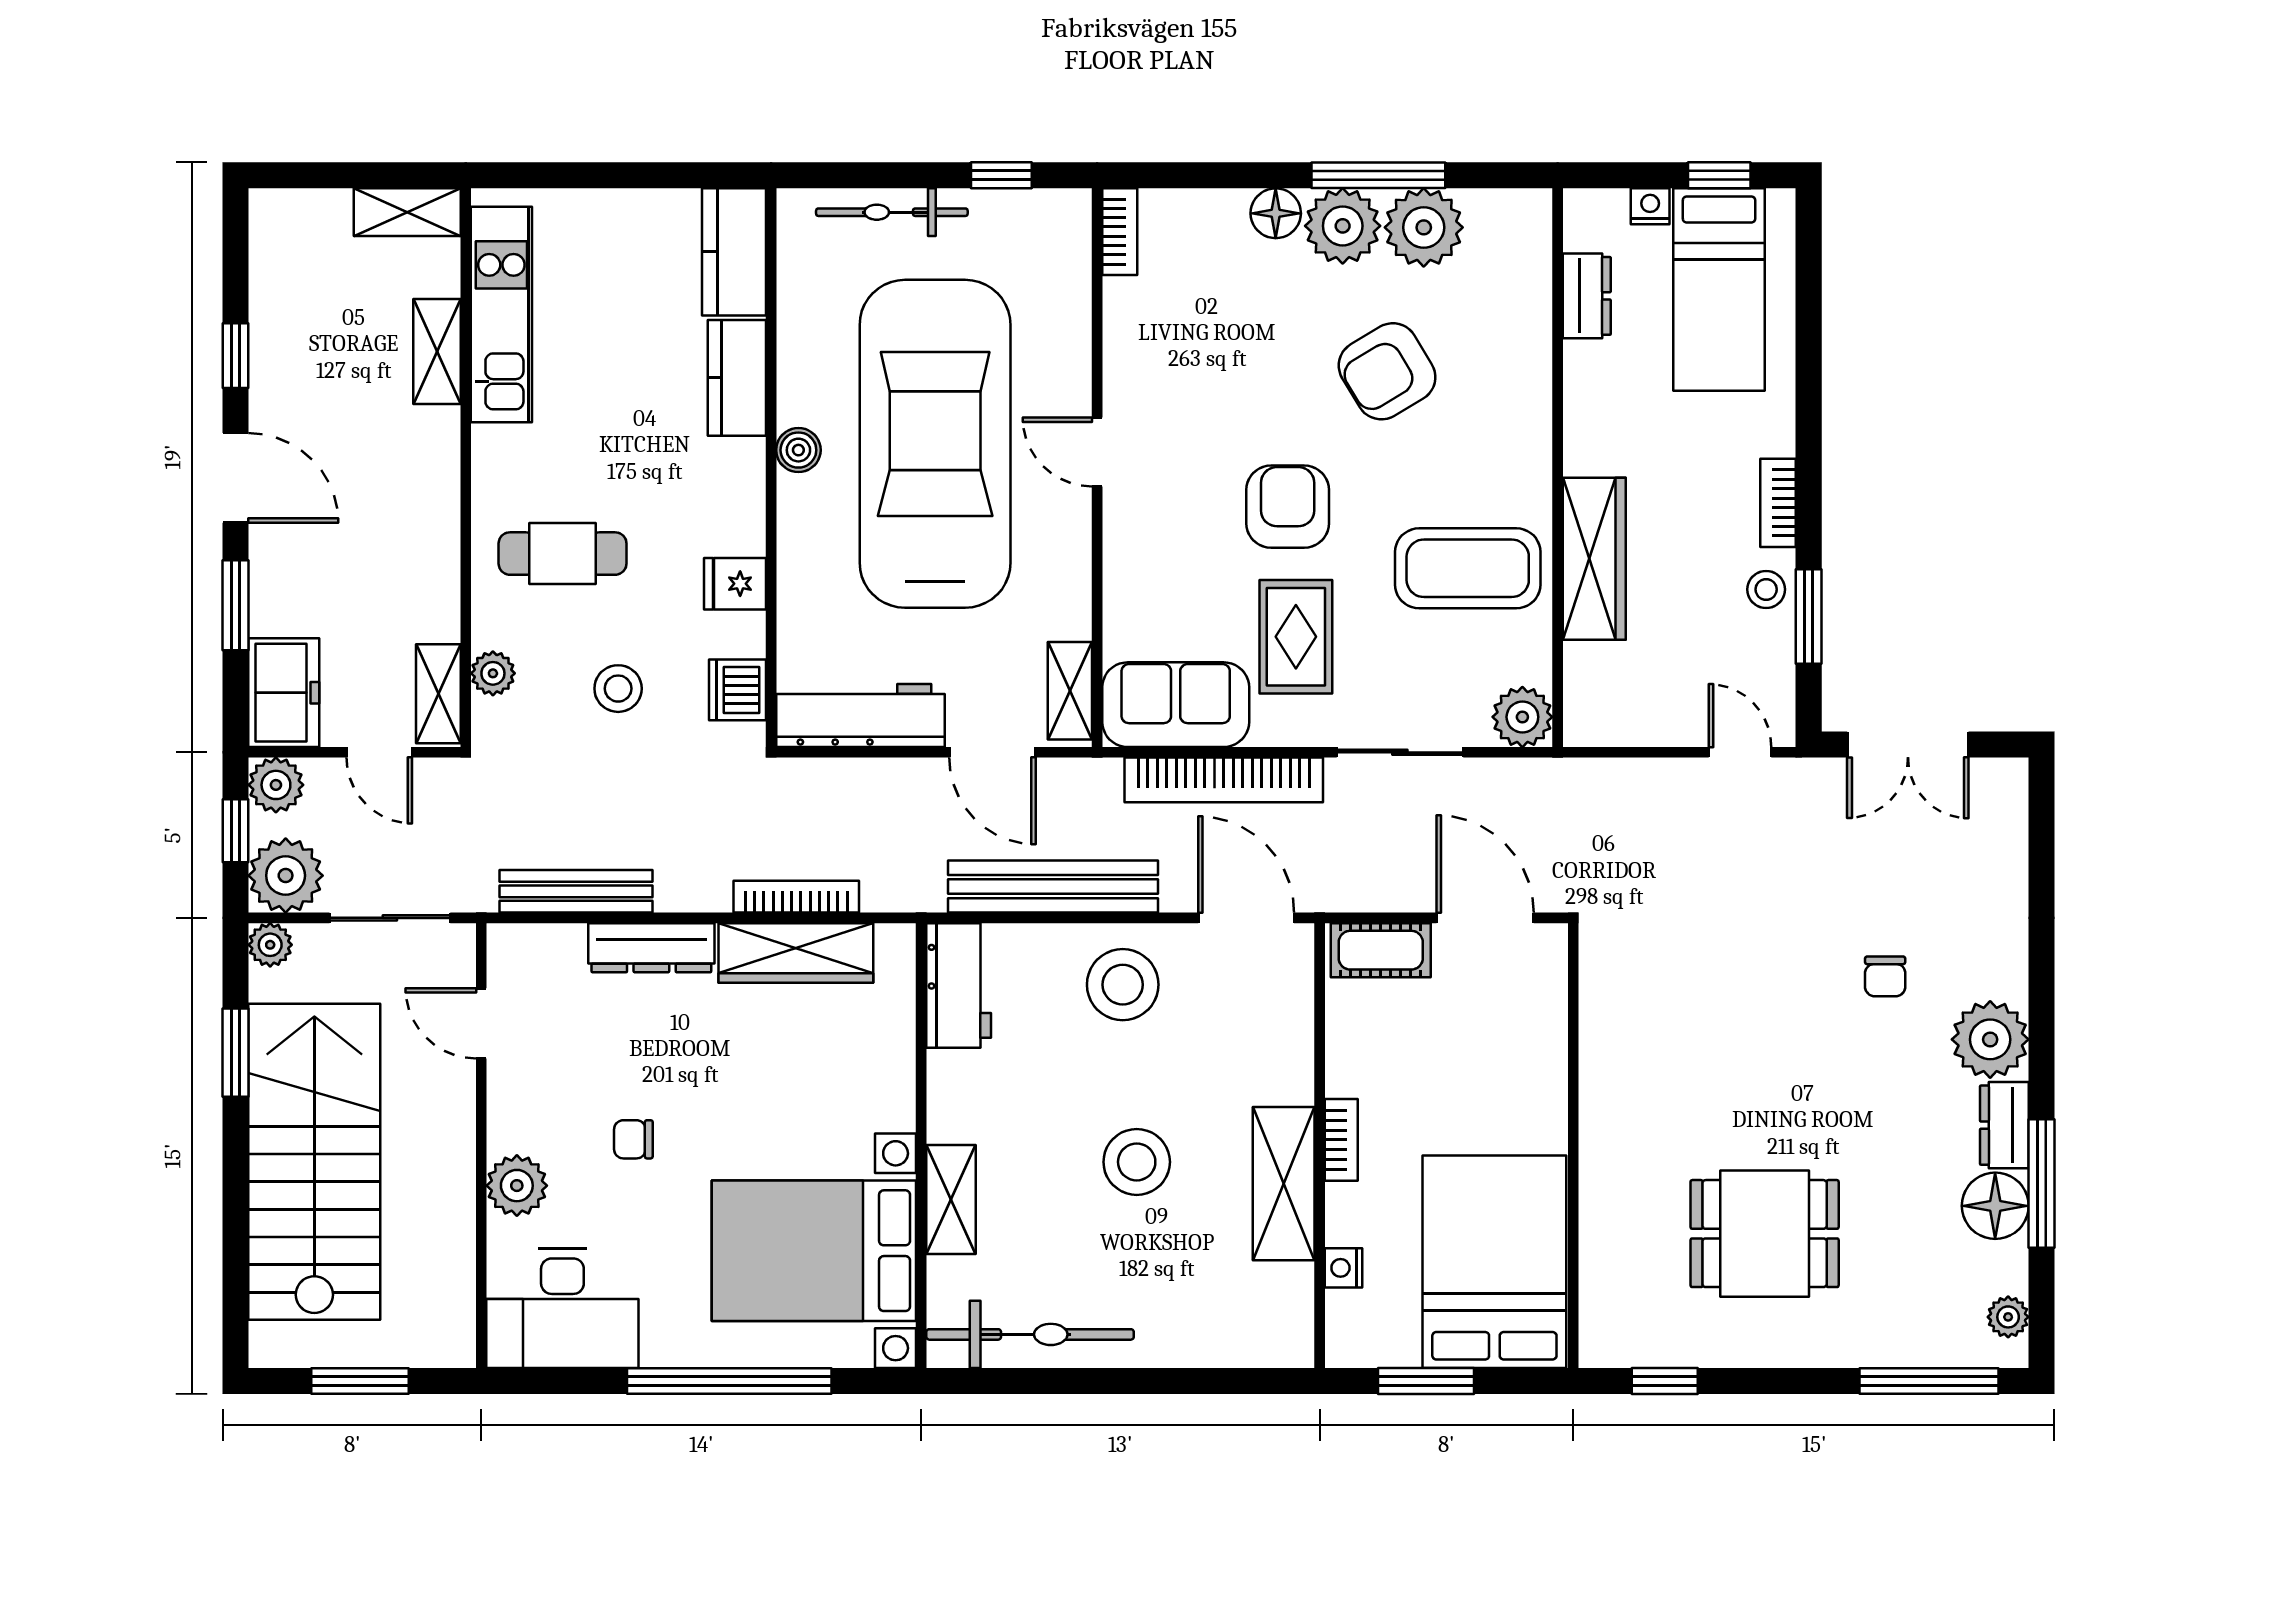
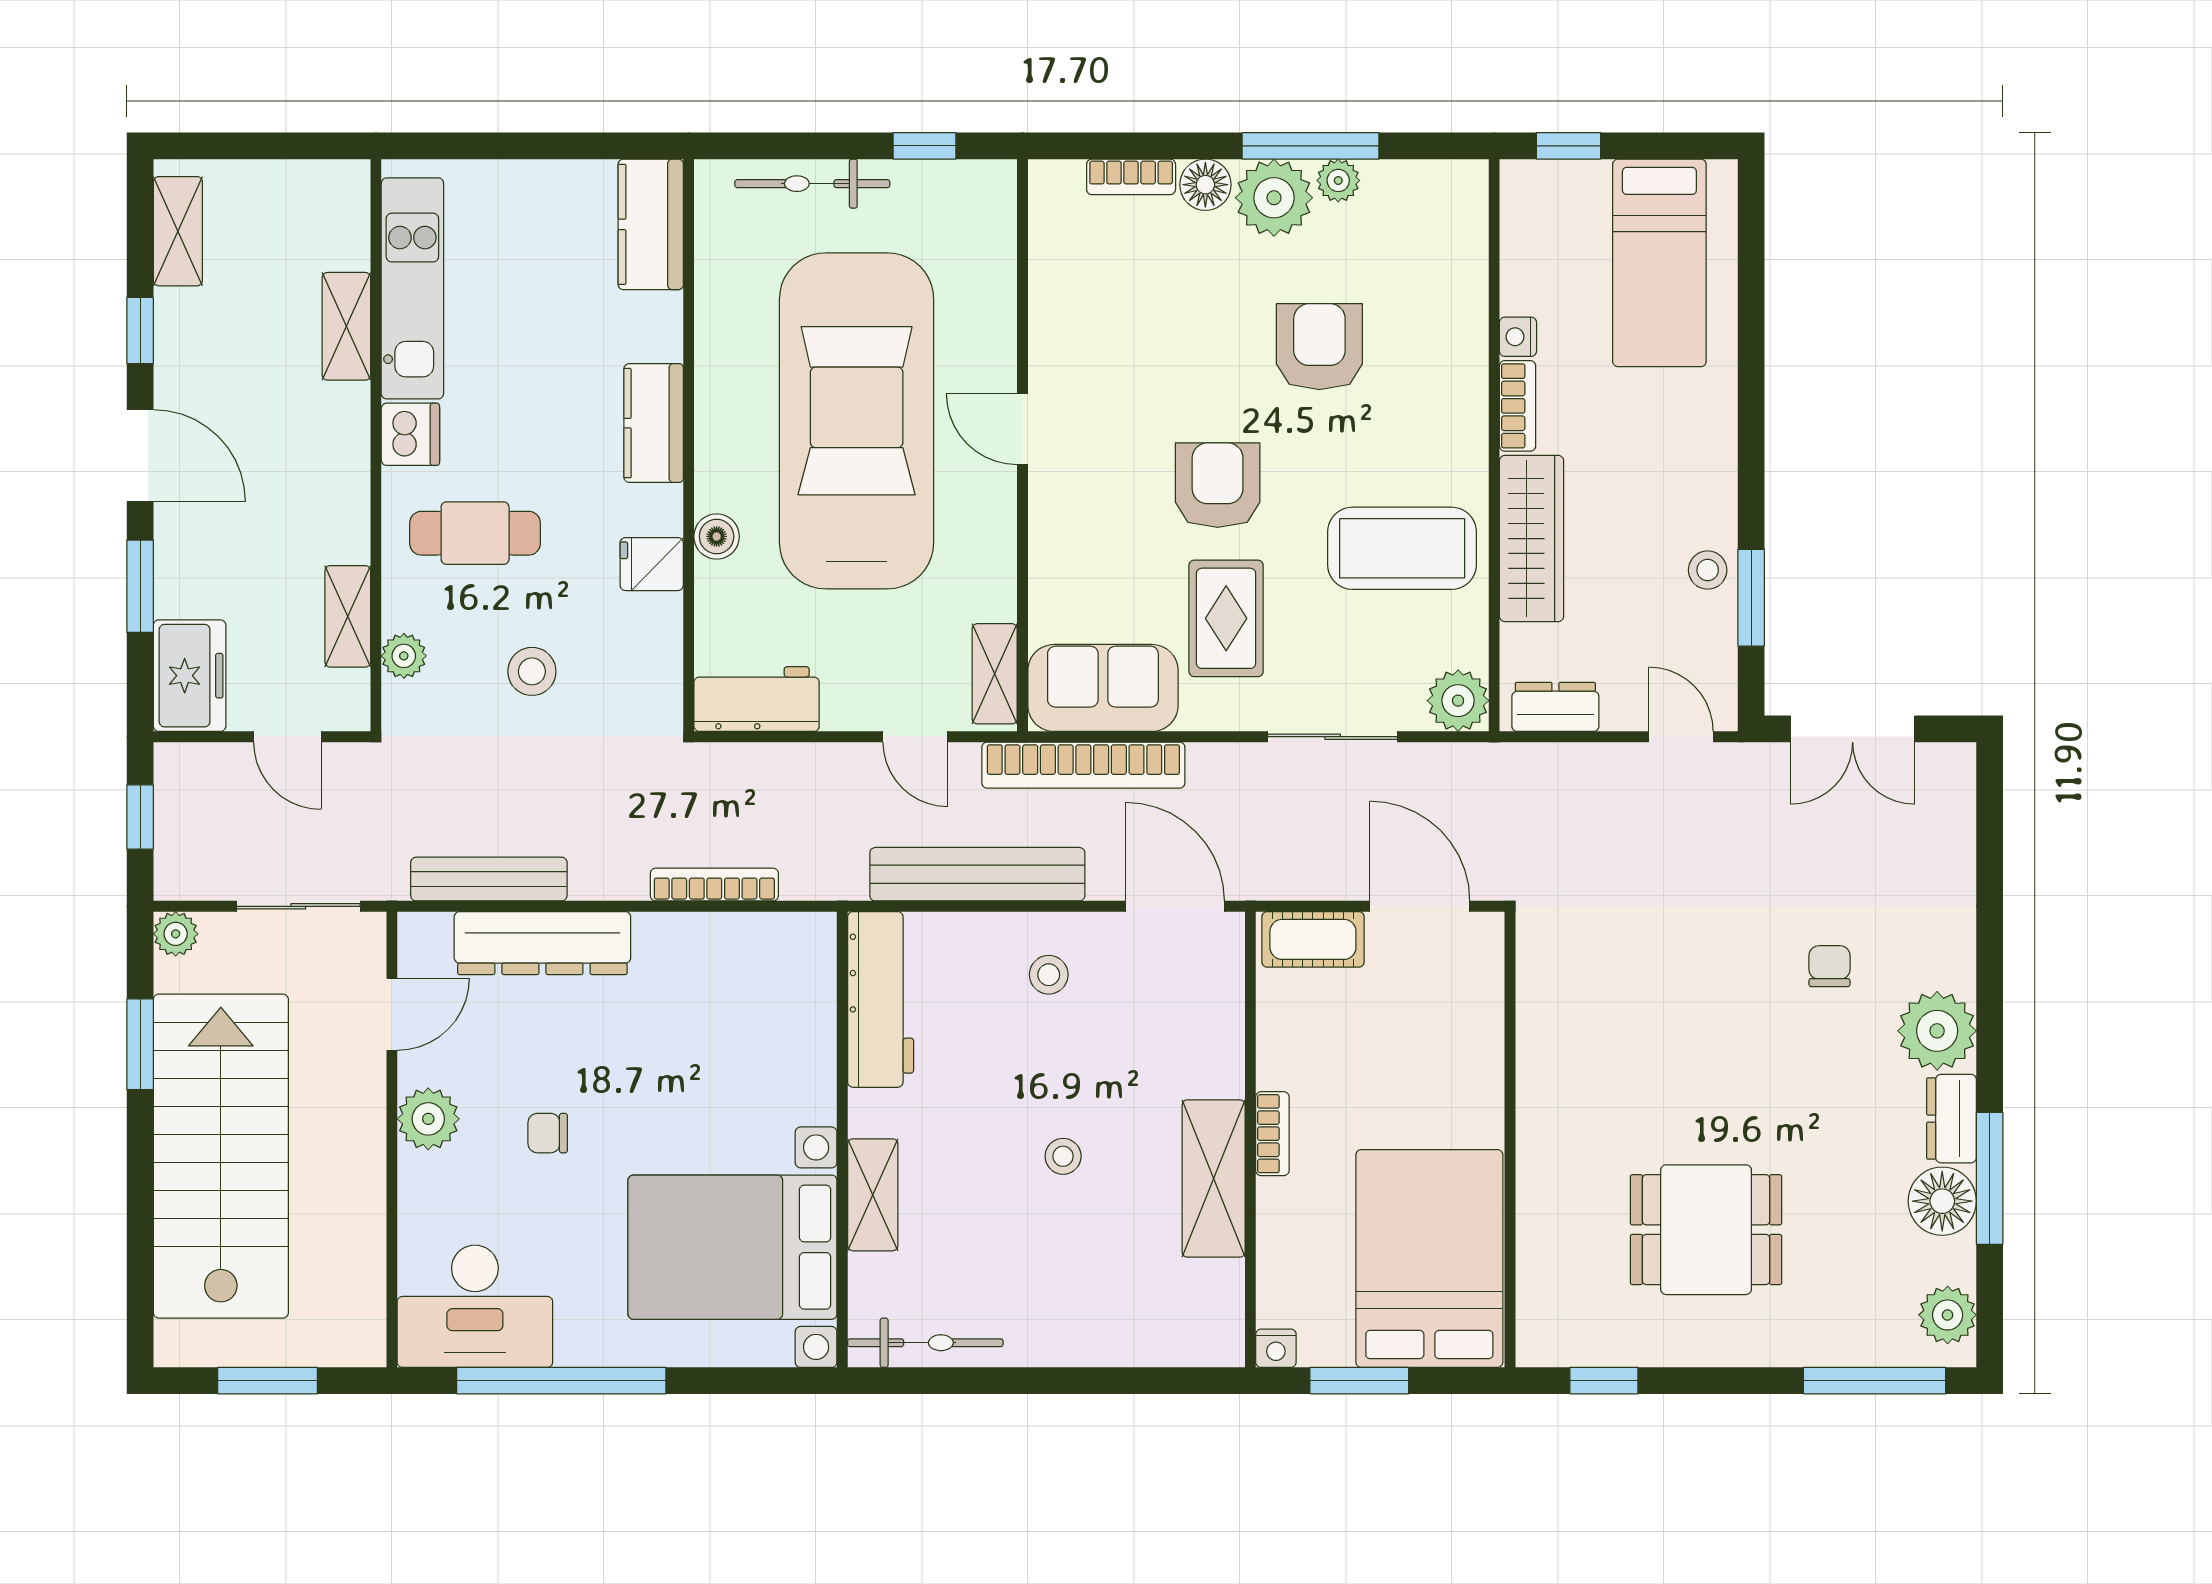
window: (1719, 175) -> (1568, 146), moved
nightstand: (1650, 206) -> (1518, 337), moved, turned -90
shelving: (407, 212) -> (178, 231), moved, turned 90
plant: (1424, 227) -> (1338, 180), width x0.53, depth x0.53
bookcase: (1120, 232) -> (1131, 177), moved, turned 90
dresser: (1587, 296) -> (1555, 707), moved, turned -90
armchair: (1387, 371) -> (1319, 347), turned 121
kitchen counter: (737, 378) -> (654, 423), moved
boiler: (798, 450) -> (717, 536), moved
bookcase: (1778, 503) -> (1518, 406), moved, turned 180
dishwasher: (737, 690) -> (410, 434), moved, turned 180
shelving: (438, 694) -> (348, 616), moved
workbench: (860, 715) -> (757, 699), width x0.73
door: (992, 752) -> (915, 737), width x0.73
bookcase: (1224, 780) -> (1083, 765), moved
plant: (276, 785) -> (182, 770), removed
plant: (286, 876) -> (191, 863), removed
dresser: (651, 948) -> (542, 943), width x1.37, depth x1.24
wardrobe: (796, 953) -> (714, 942), removed
chair: (1885, 976) -> (1830, 966), turned 180
workbench: (959, 985) -> (881, 999), width x1.37
stool: (1123, 985) -> (1049, 975), width x0.53, depth x0.53
door: (481, 1023) -> (392, 1014), swing flipped
stool: (1137, 1162) -> (1063, 1156), width x0.53, depth x0.53
plant: (517, 1186) -> (428, 1119), moved
nightstand: (1343, 1268) -> (1276, 1348), moved, turned -90
plant: (2008, 1317) -> (1948, 1315), width x1.38, depth x1.38
bicycle: (1030, 1334) -> (925, 1343), width x0.73, depth x0.71
window: (729, 1381) -> (561, 1381), moved

